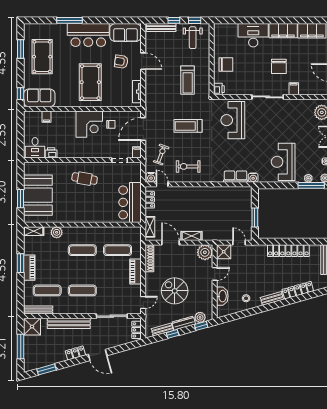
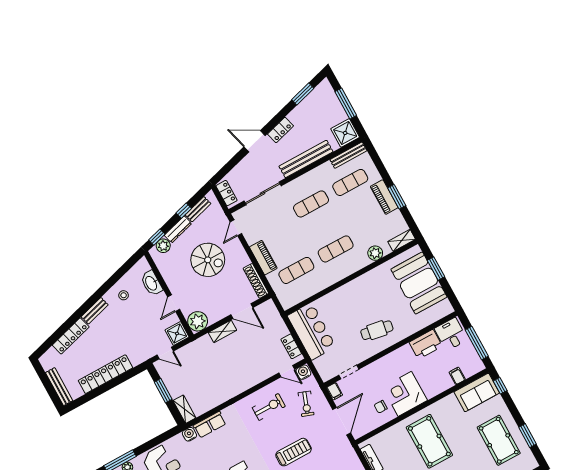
window: (21, 132) -> (477, 343), added
printer: (51, 153) -> (426, 344), width x1.87, depth x1.48
shelving: (150, 227) -> (184, 409), moved

